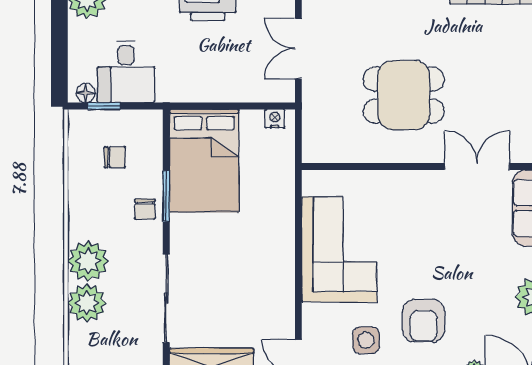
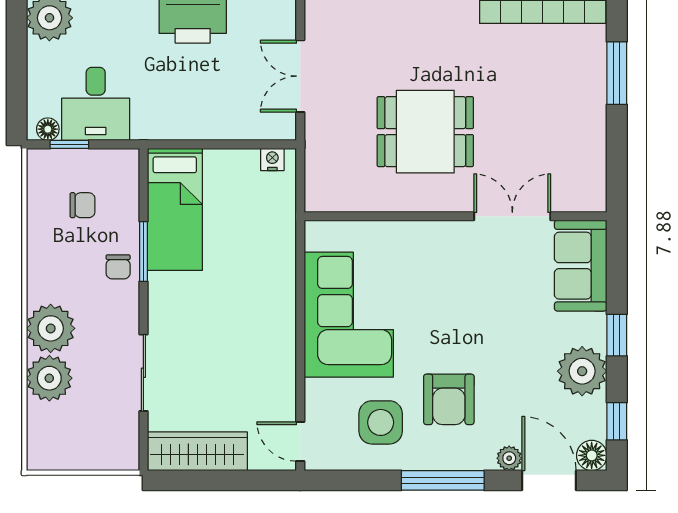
bed: (204, 161) -> (175, 209), width x0.67
sliding door: (166, 298) -> (143, 373), width x0.73
side table: (366, 340) -> (381, 422), width x1.37, depth x1.37

